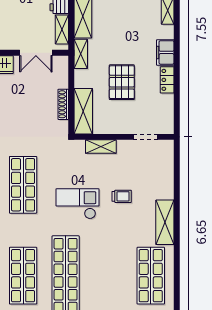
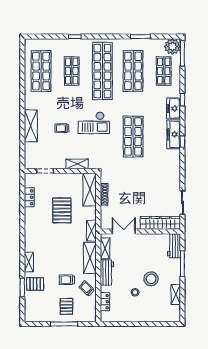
filing cabinet: (165, 52) -> (31, 232), removed
locker: (167, 80) -> (29, 197), moved
shelving: (165, 222) -> (31, 126), moved
shop shelf: (108, 276) -> (72, 71), added

